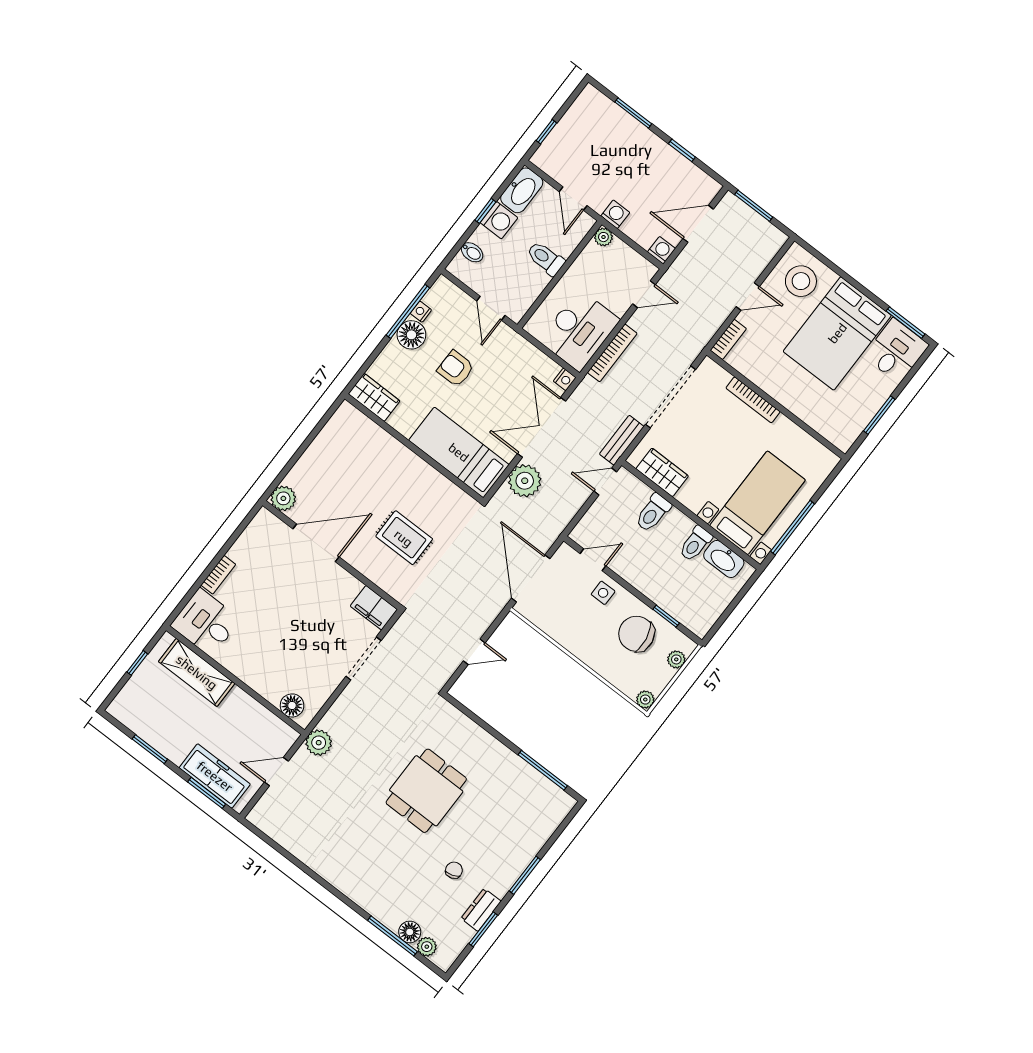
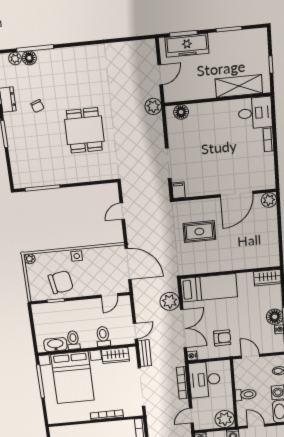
plant: (603, 237) -> (225, 419), width x1.87, depth x1.87
armchair: (456, 369) -> (222, 338), moved
bed with nightstands: (758, 503) -> (73, 377), width x1.36
side table: (603, 593) -> (77, 256), moved
filing cabinet: (374, 608) -> (179, 190), width x0.50
plant: (676, 659) -> (34, 287), removed

